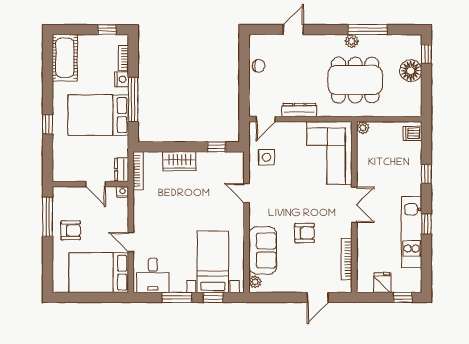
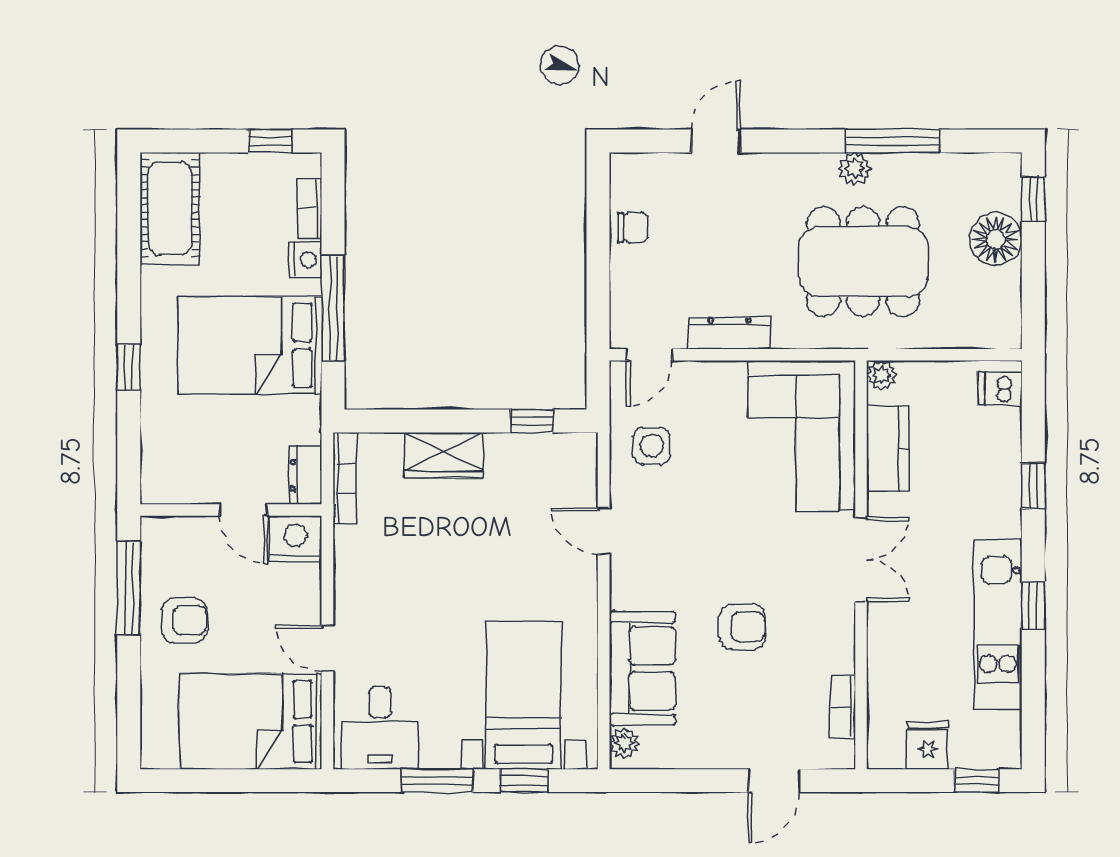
kitchen counter: (366, 158) -> (888, 448), added
nightstand: (123, 192) -> (295, 539), width x1.89, depth x1.79
bookcase: (347, 259) -> (843, 707), width x0.64

